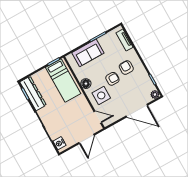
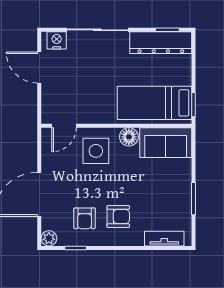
sofa: (88, 53) -> (166, 143), moved, turned -90
armchair: (112, 79) -> (85, 218), moved
door: (86, 139) -> (39, 67), moved

